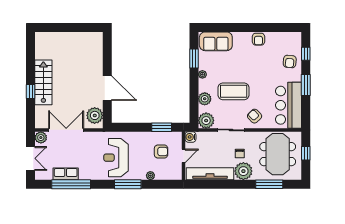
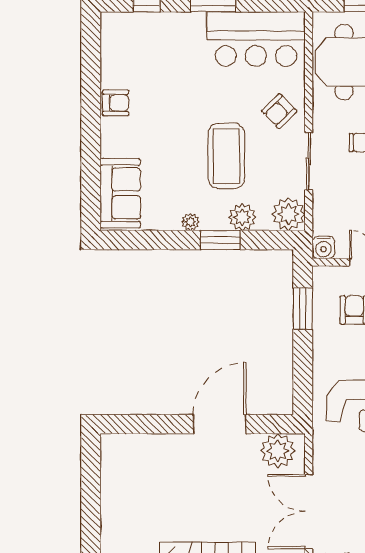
window: (194, 59) -> (220, 240), moved
armchair: (290, 61) -> (163, 36), removed

